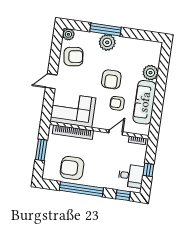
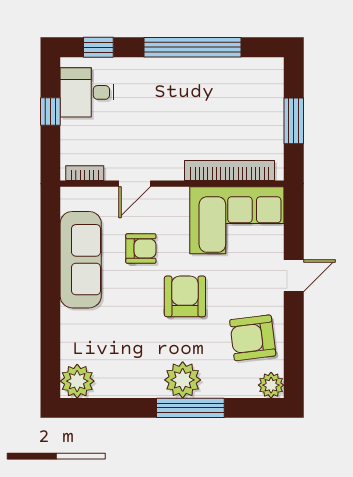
plant: (150, 73) -> (77, 381), moved
armchair: (111, 79) -> (185, 296), moved
armchair: (72, 168) -> (220, 91), removed

